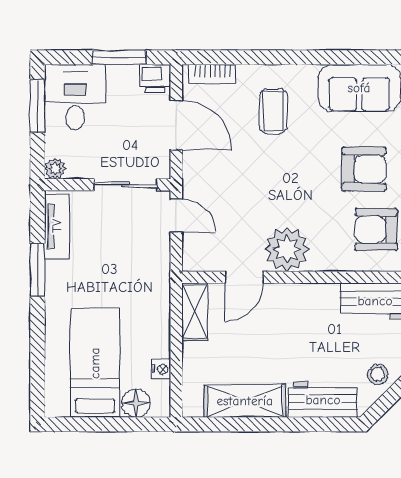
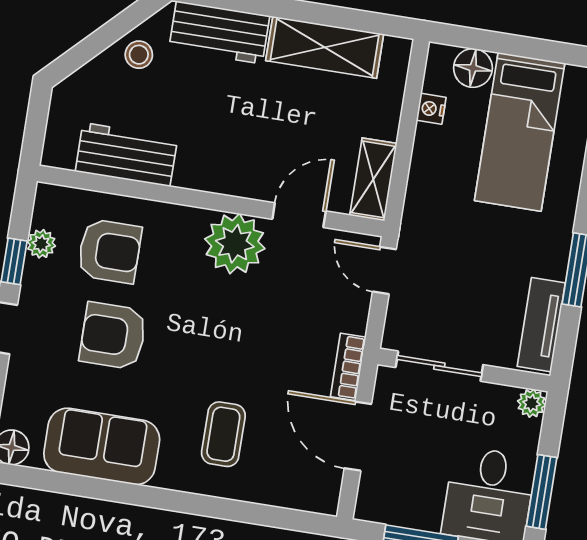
bookcase: (212, 74) -> (348, 367), moved, turned -90
printer: (155, 78) -> (376, 504), removed
door: (176, 216) -> (384, 270), moved

